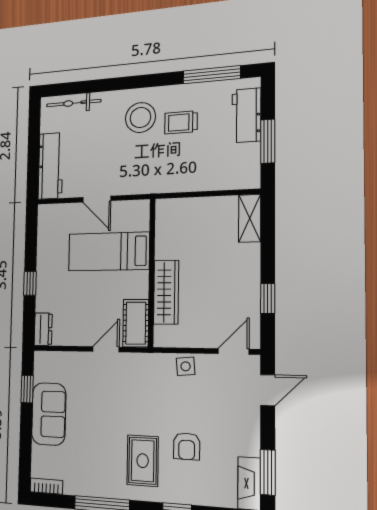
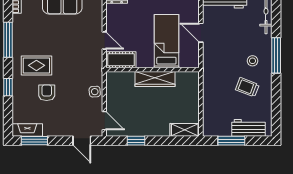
window: (212, 75) -> (276, 55), moved
stool: (140, 118) -> (253, 61), width x0.53, depth x0.53
trolley: (181, 122) -> (247, 87), turned -69
door: (97, 199) -> (201, 33), hinge flipped
wardrobe: (166, 292) -> (155, 79), moved
armchair: (187, 446) -> (47, 93), turned 90

